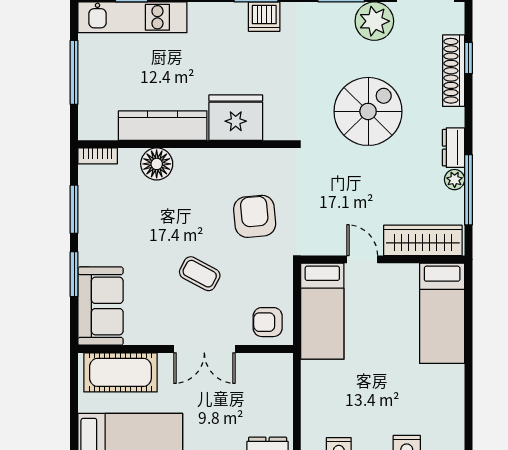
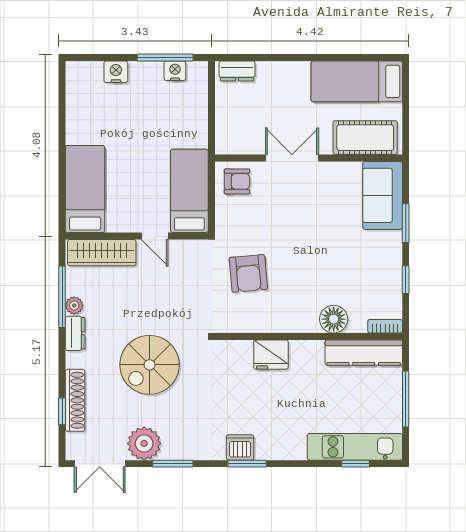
fridge: (236, 118) -> (271, 355), width x0.73, depth x0.75
kitchen counter: (163, 126) -> (364, 353), moved
window: (74, 209) -> (406, 280), width x0.67
coffee table: (200, 274) -> (296, 224), removed

